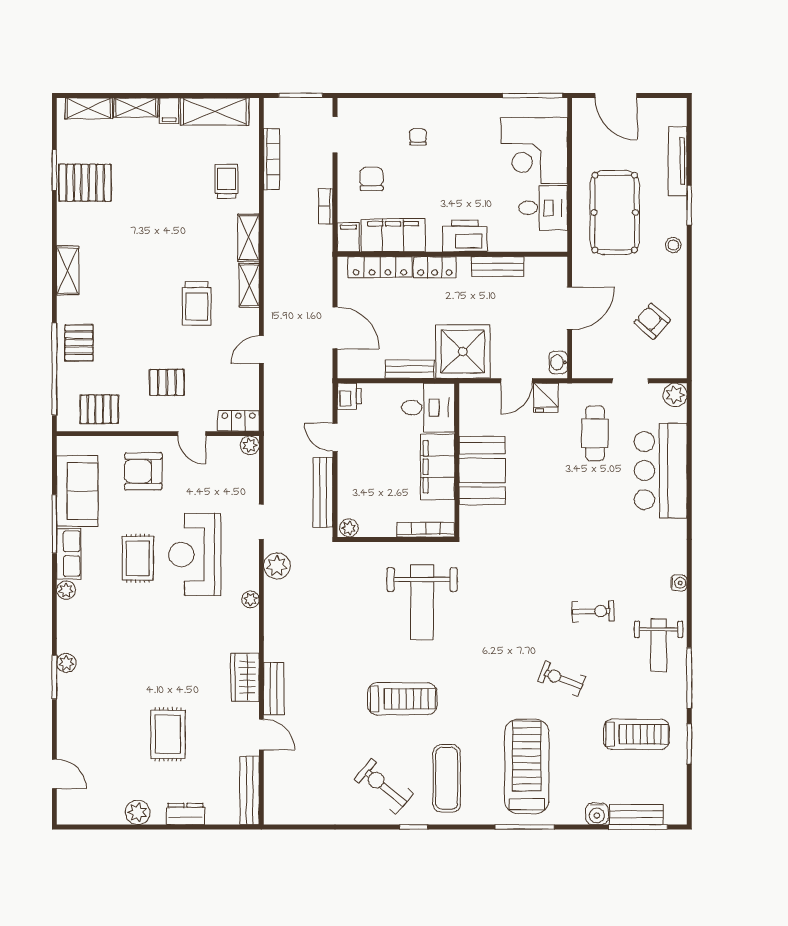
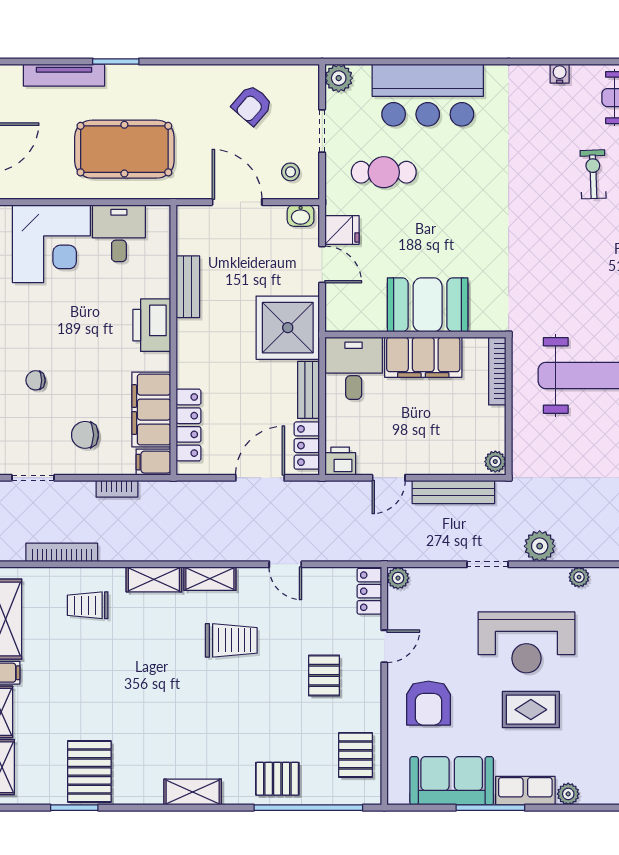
stool: (673, 245) -> (291, 172), moved
locker: (435, 267) -> (307, 446), moved, turned 180

